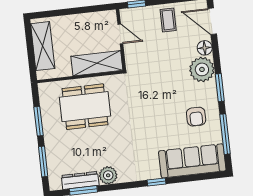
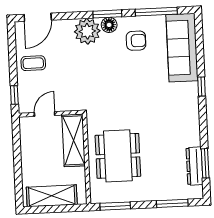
floor lamp: (205, 48) -> (109, 25), moved
window: (39, 121) -> (115, 206), moved
plant: (108, 175) -> (191, 136), removed

